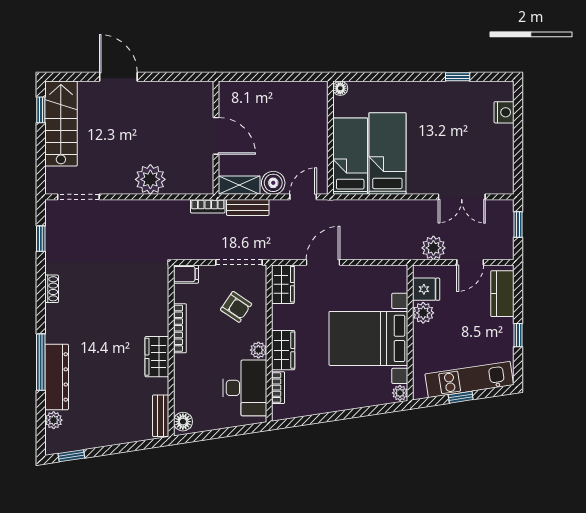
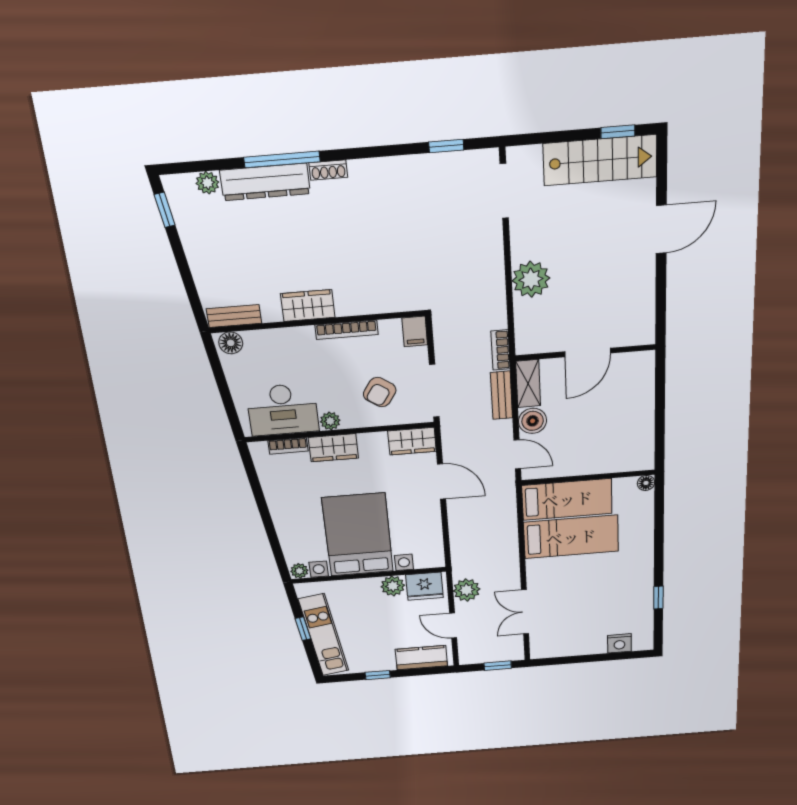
shoe rack: (52, 289) -> (328, 170), moved
fridge: (426, 289) -> (424, 586), width x1.38

